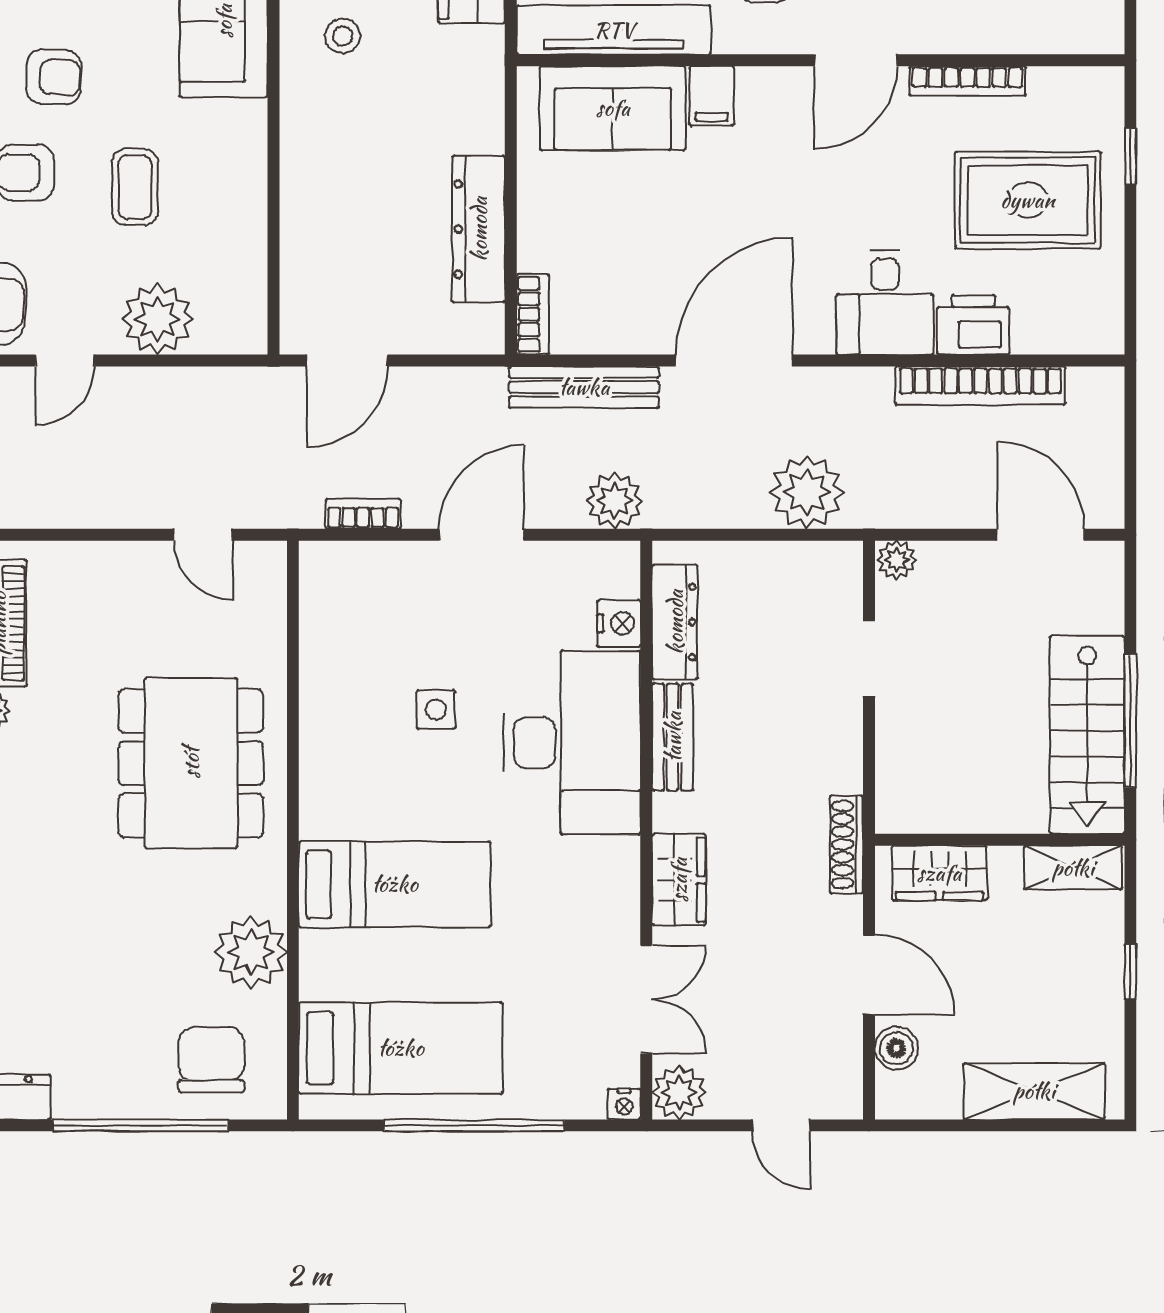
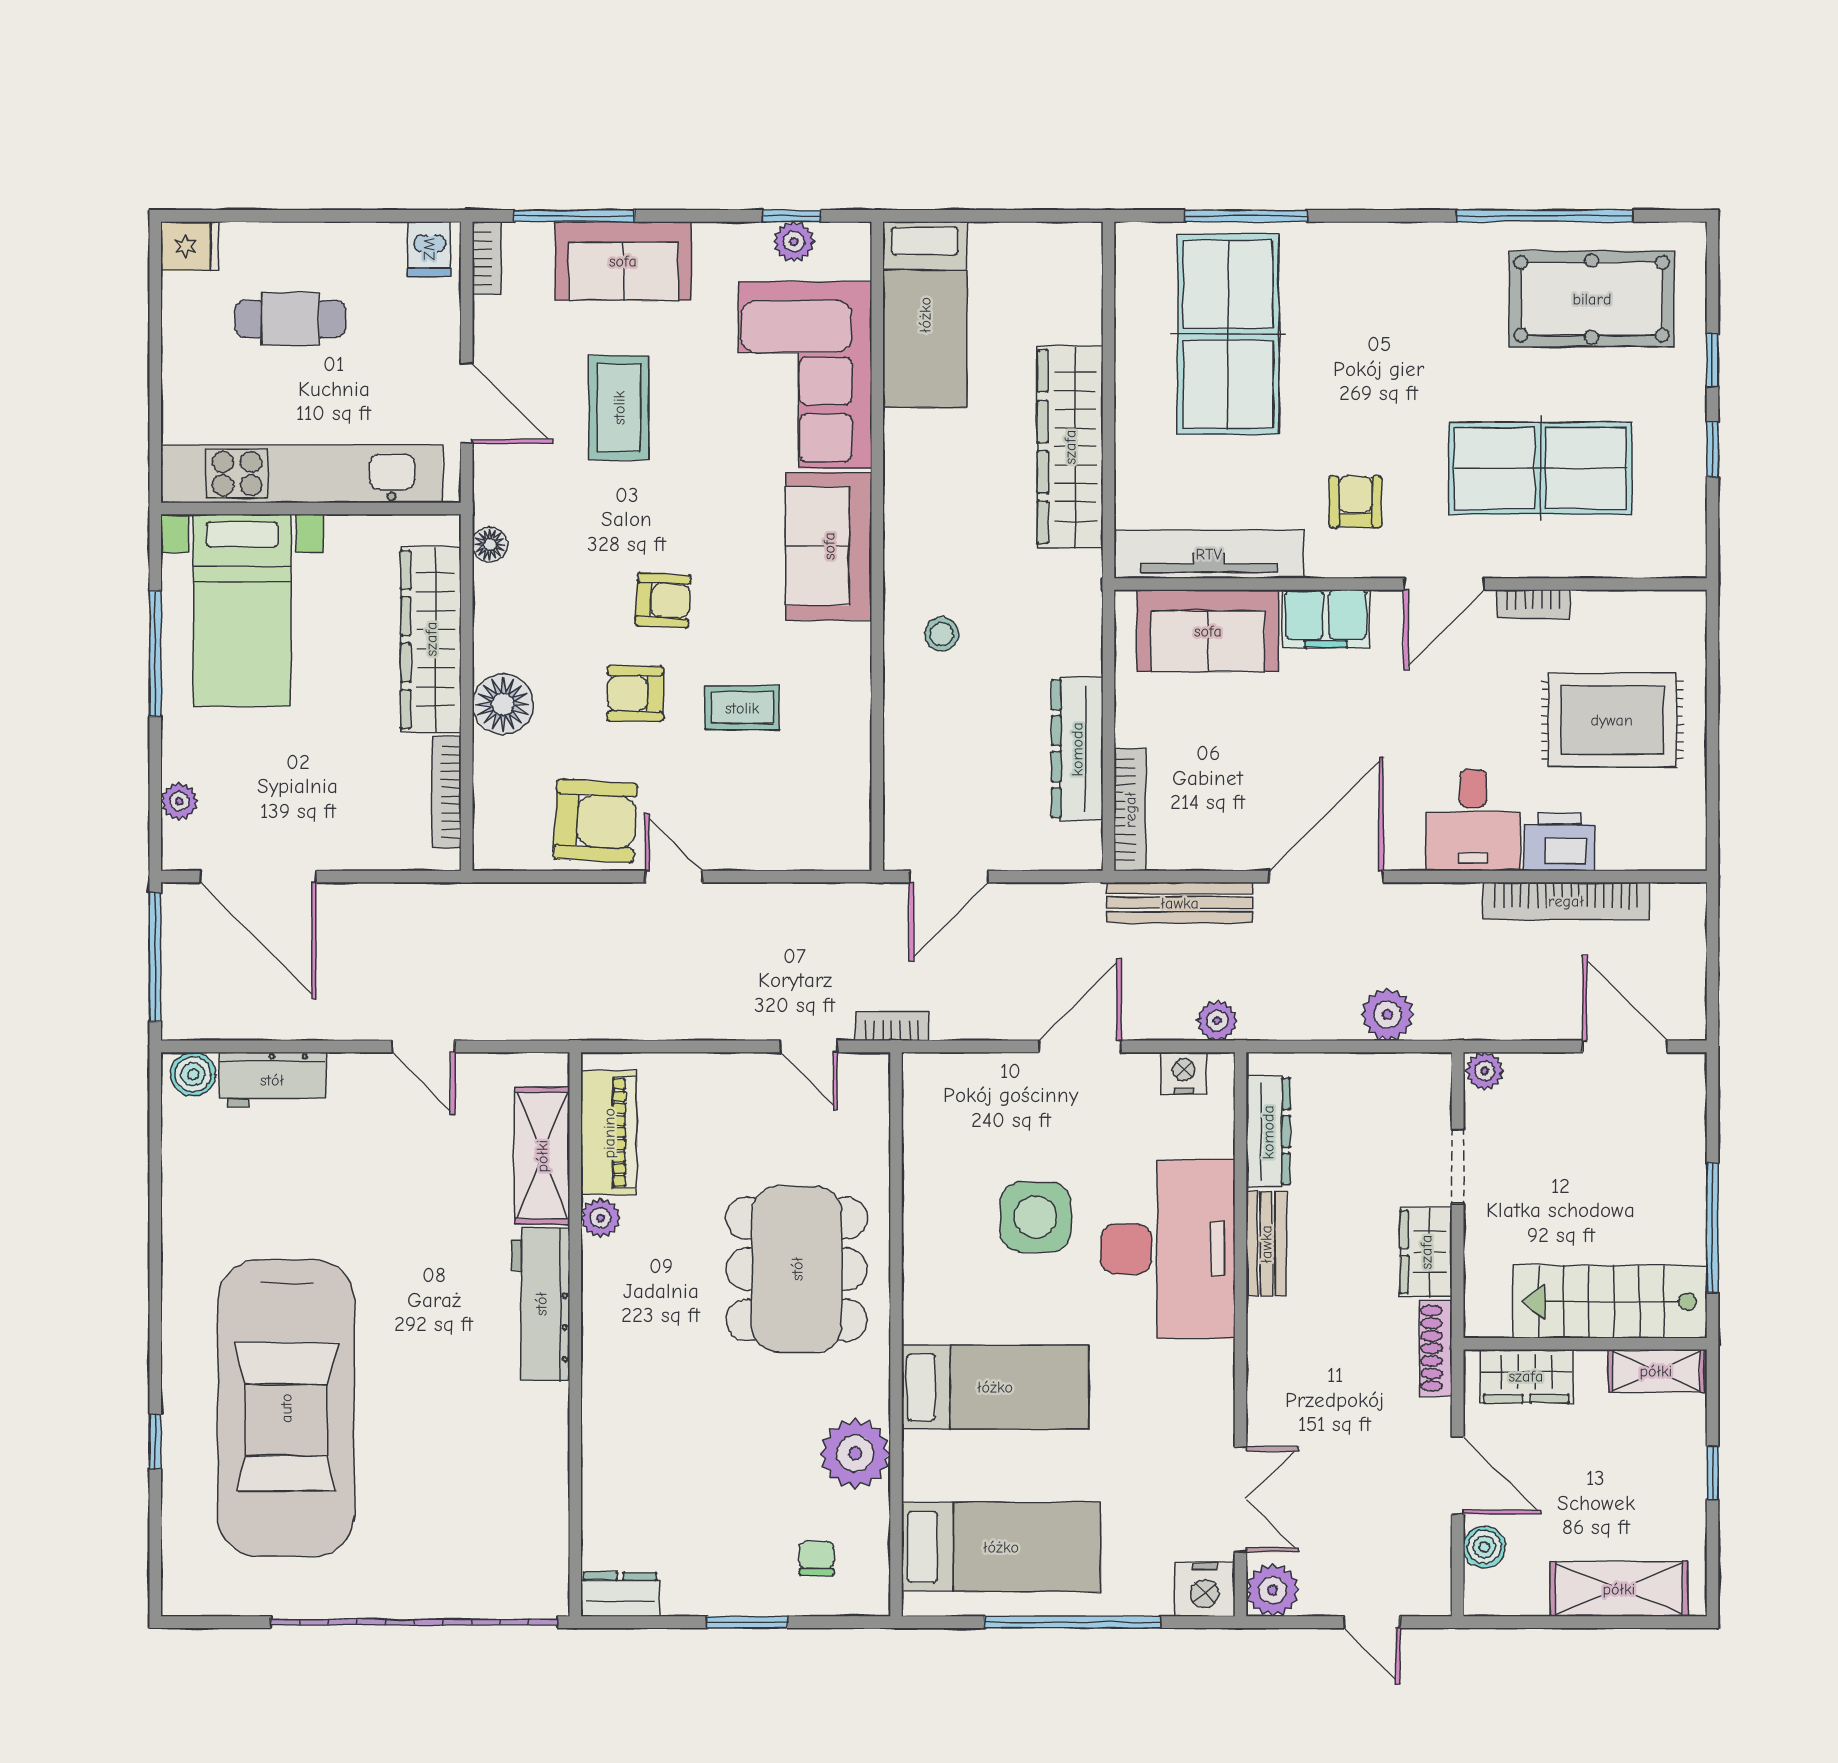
stool: (343, 36) -> (942, 634), moved
bookcase: (967, 81) -> (1533, 604), width x0.64
filing cabinet: (712, 96) -> (1326, 619), width x2.00
window: (1130, 156) -> (1712, 678), removed
coffee table: (135, 187) -> (742, 708), turned 90
bookcase: (533, 314) -> (1130, 810), width x1.56
plant: (158, 319) -> (764, 836), removed
door: (65, 360) -> (674, 877), swing flipped
plant: (807, 492) -> (1388, 1014), width x0.73, depth x0.73
plant: (615, 501) -> (1217, 1021), width x0.73, depth x0.73
bookcase: (363, 514) -> (892, 1026), moved
nightstand: (619, 623) -> (1184, 1073), moved, turned -90
side table: (436, 710) -> (1035, 1217), width x1.87, depth x1.87
stairs: (1087, 735) -> (1610, 1302), moved, turned 90
wardrobe: (679, 880) -> (1426, 1252), moved, turned 180
chair: (211, 1060) -> (817, 1558), width x0.54, depth x0.54
nightstand: (624, 1104) -> (1205, 1589), width x1.89, depth x1.79
window: (140, 1125) -> (747, 1622), width x0.47

